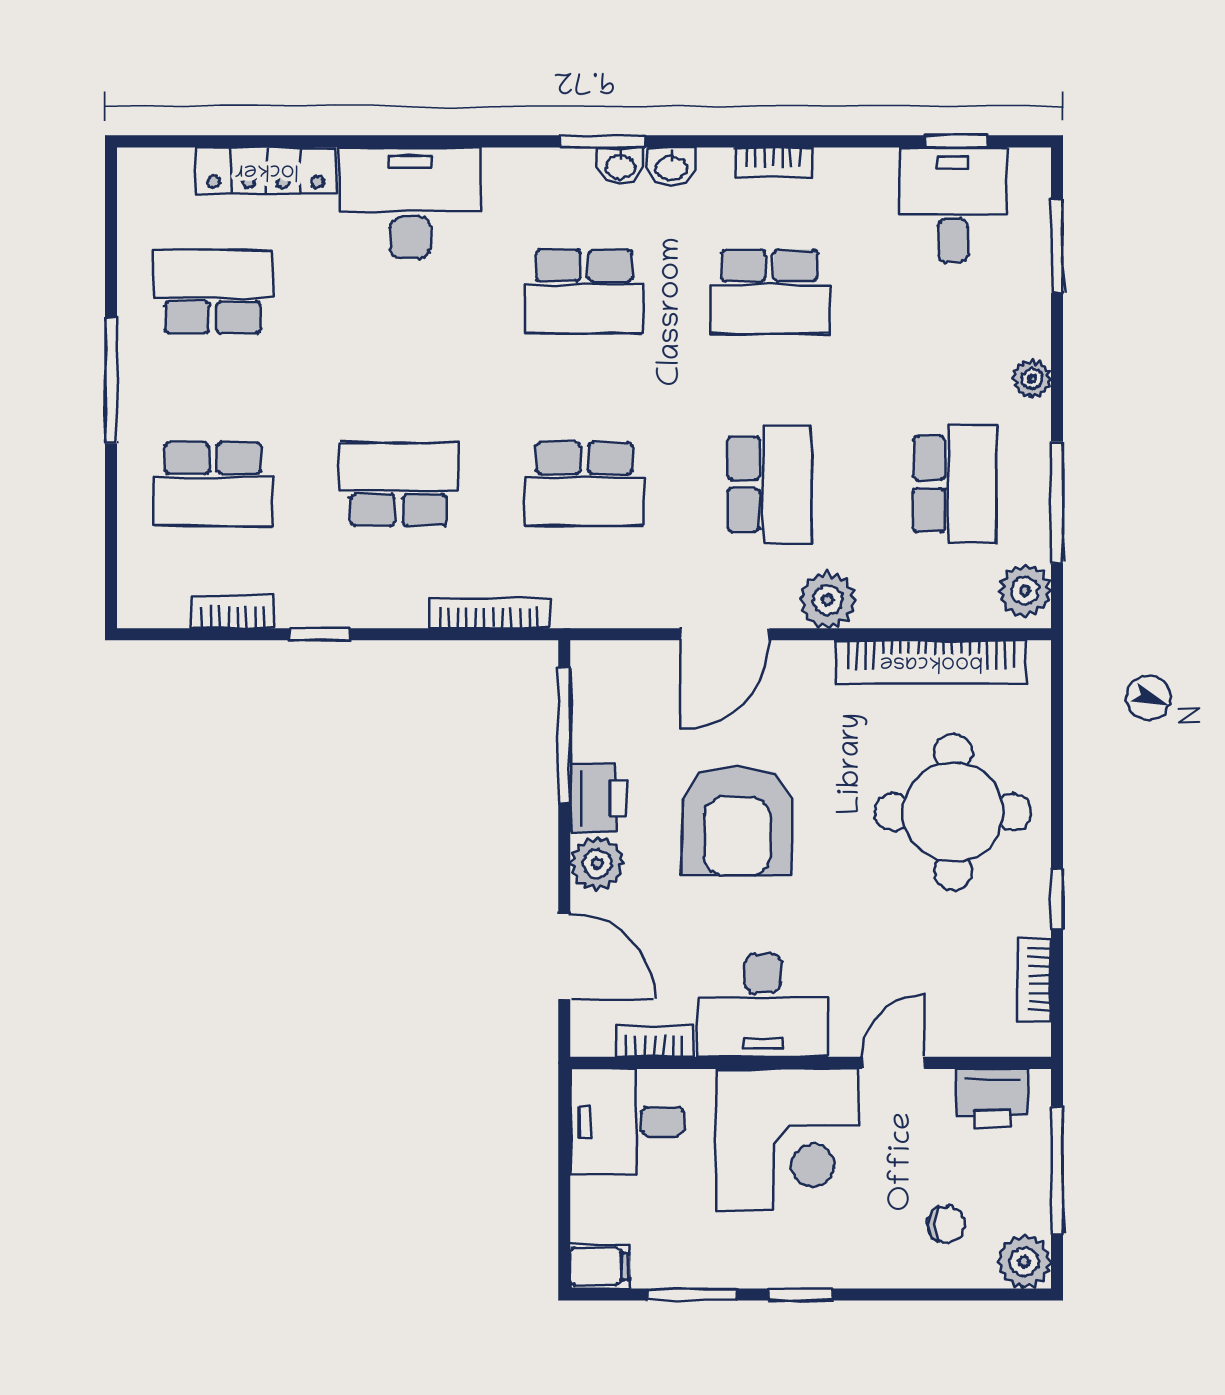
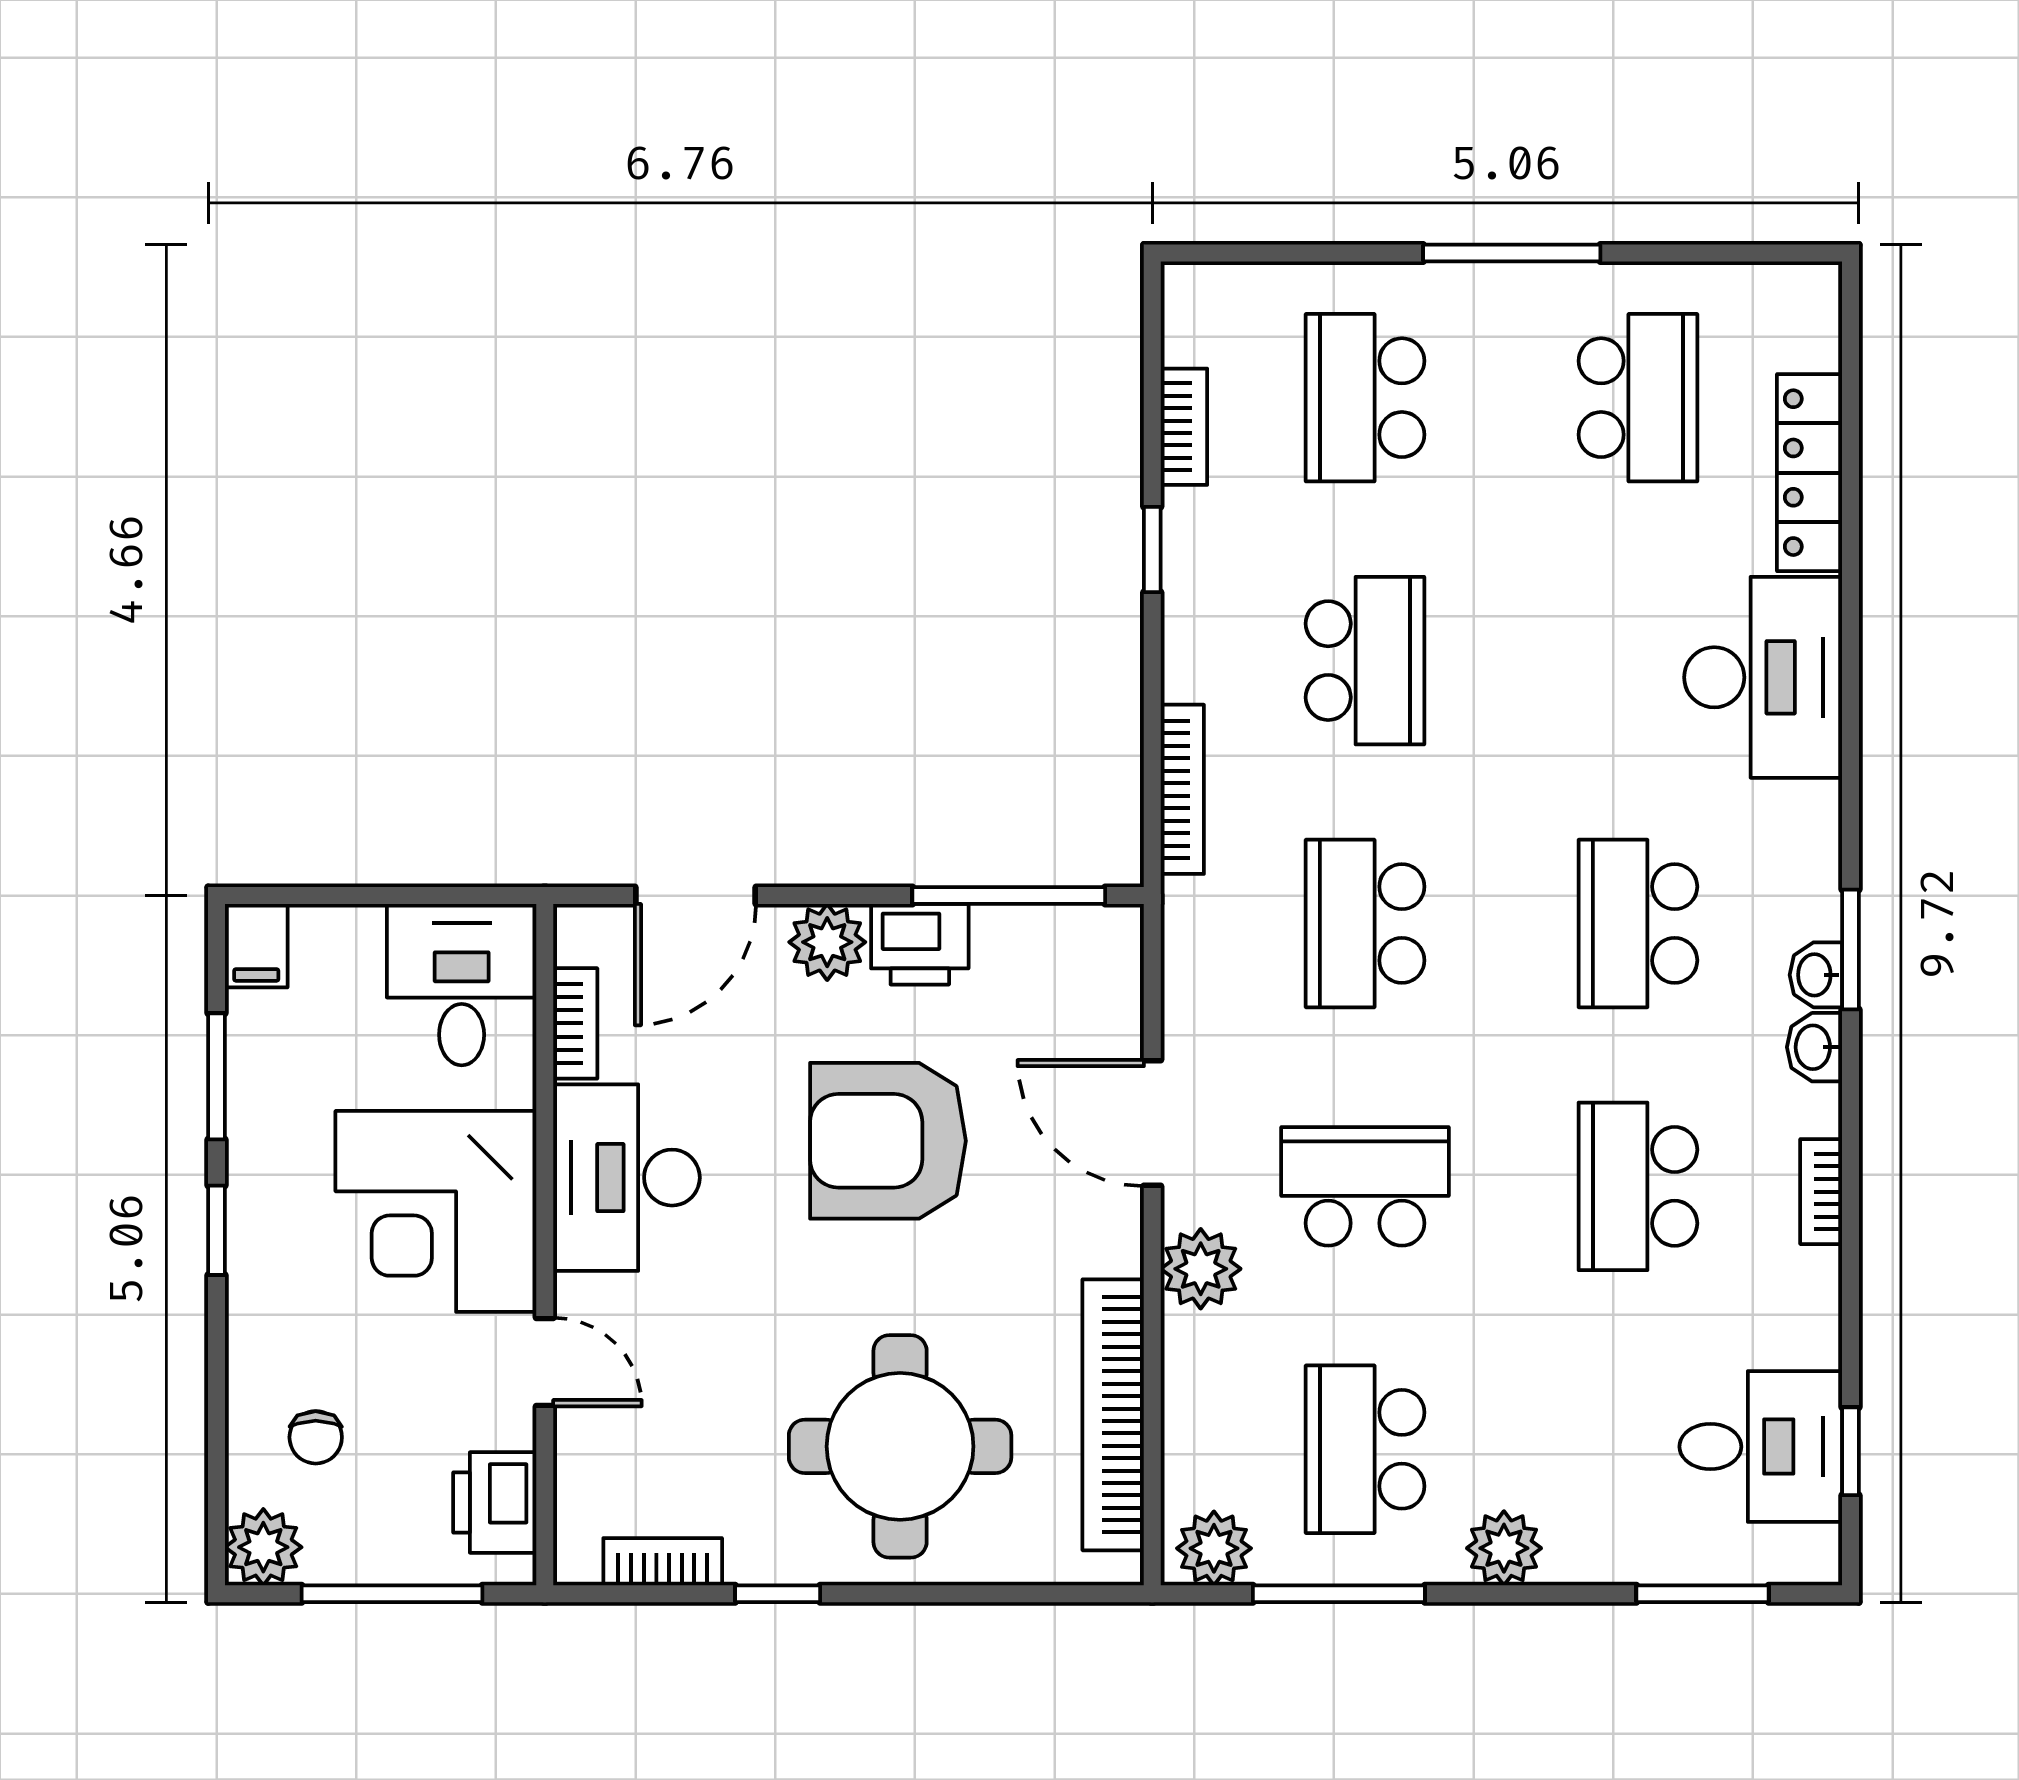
plant: (1032, 379) -> (1504, 1548), width x1.38, depth x1.38
school desk: (770, 484) -> (1365, 1186), turned 180
school desk: (955, 484) -> (1365, 1449), turned 90

